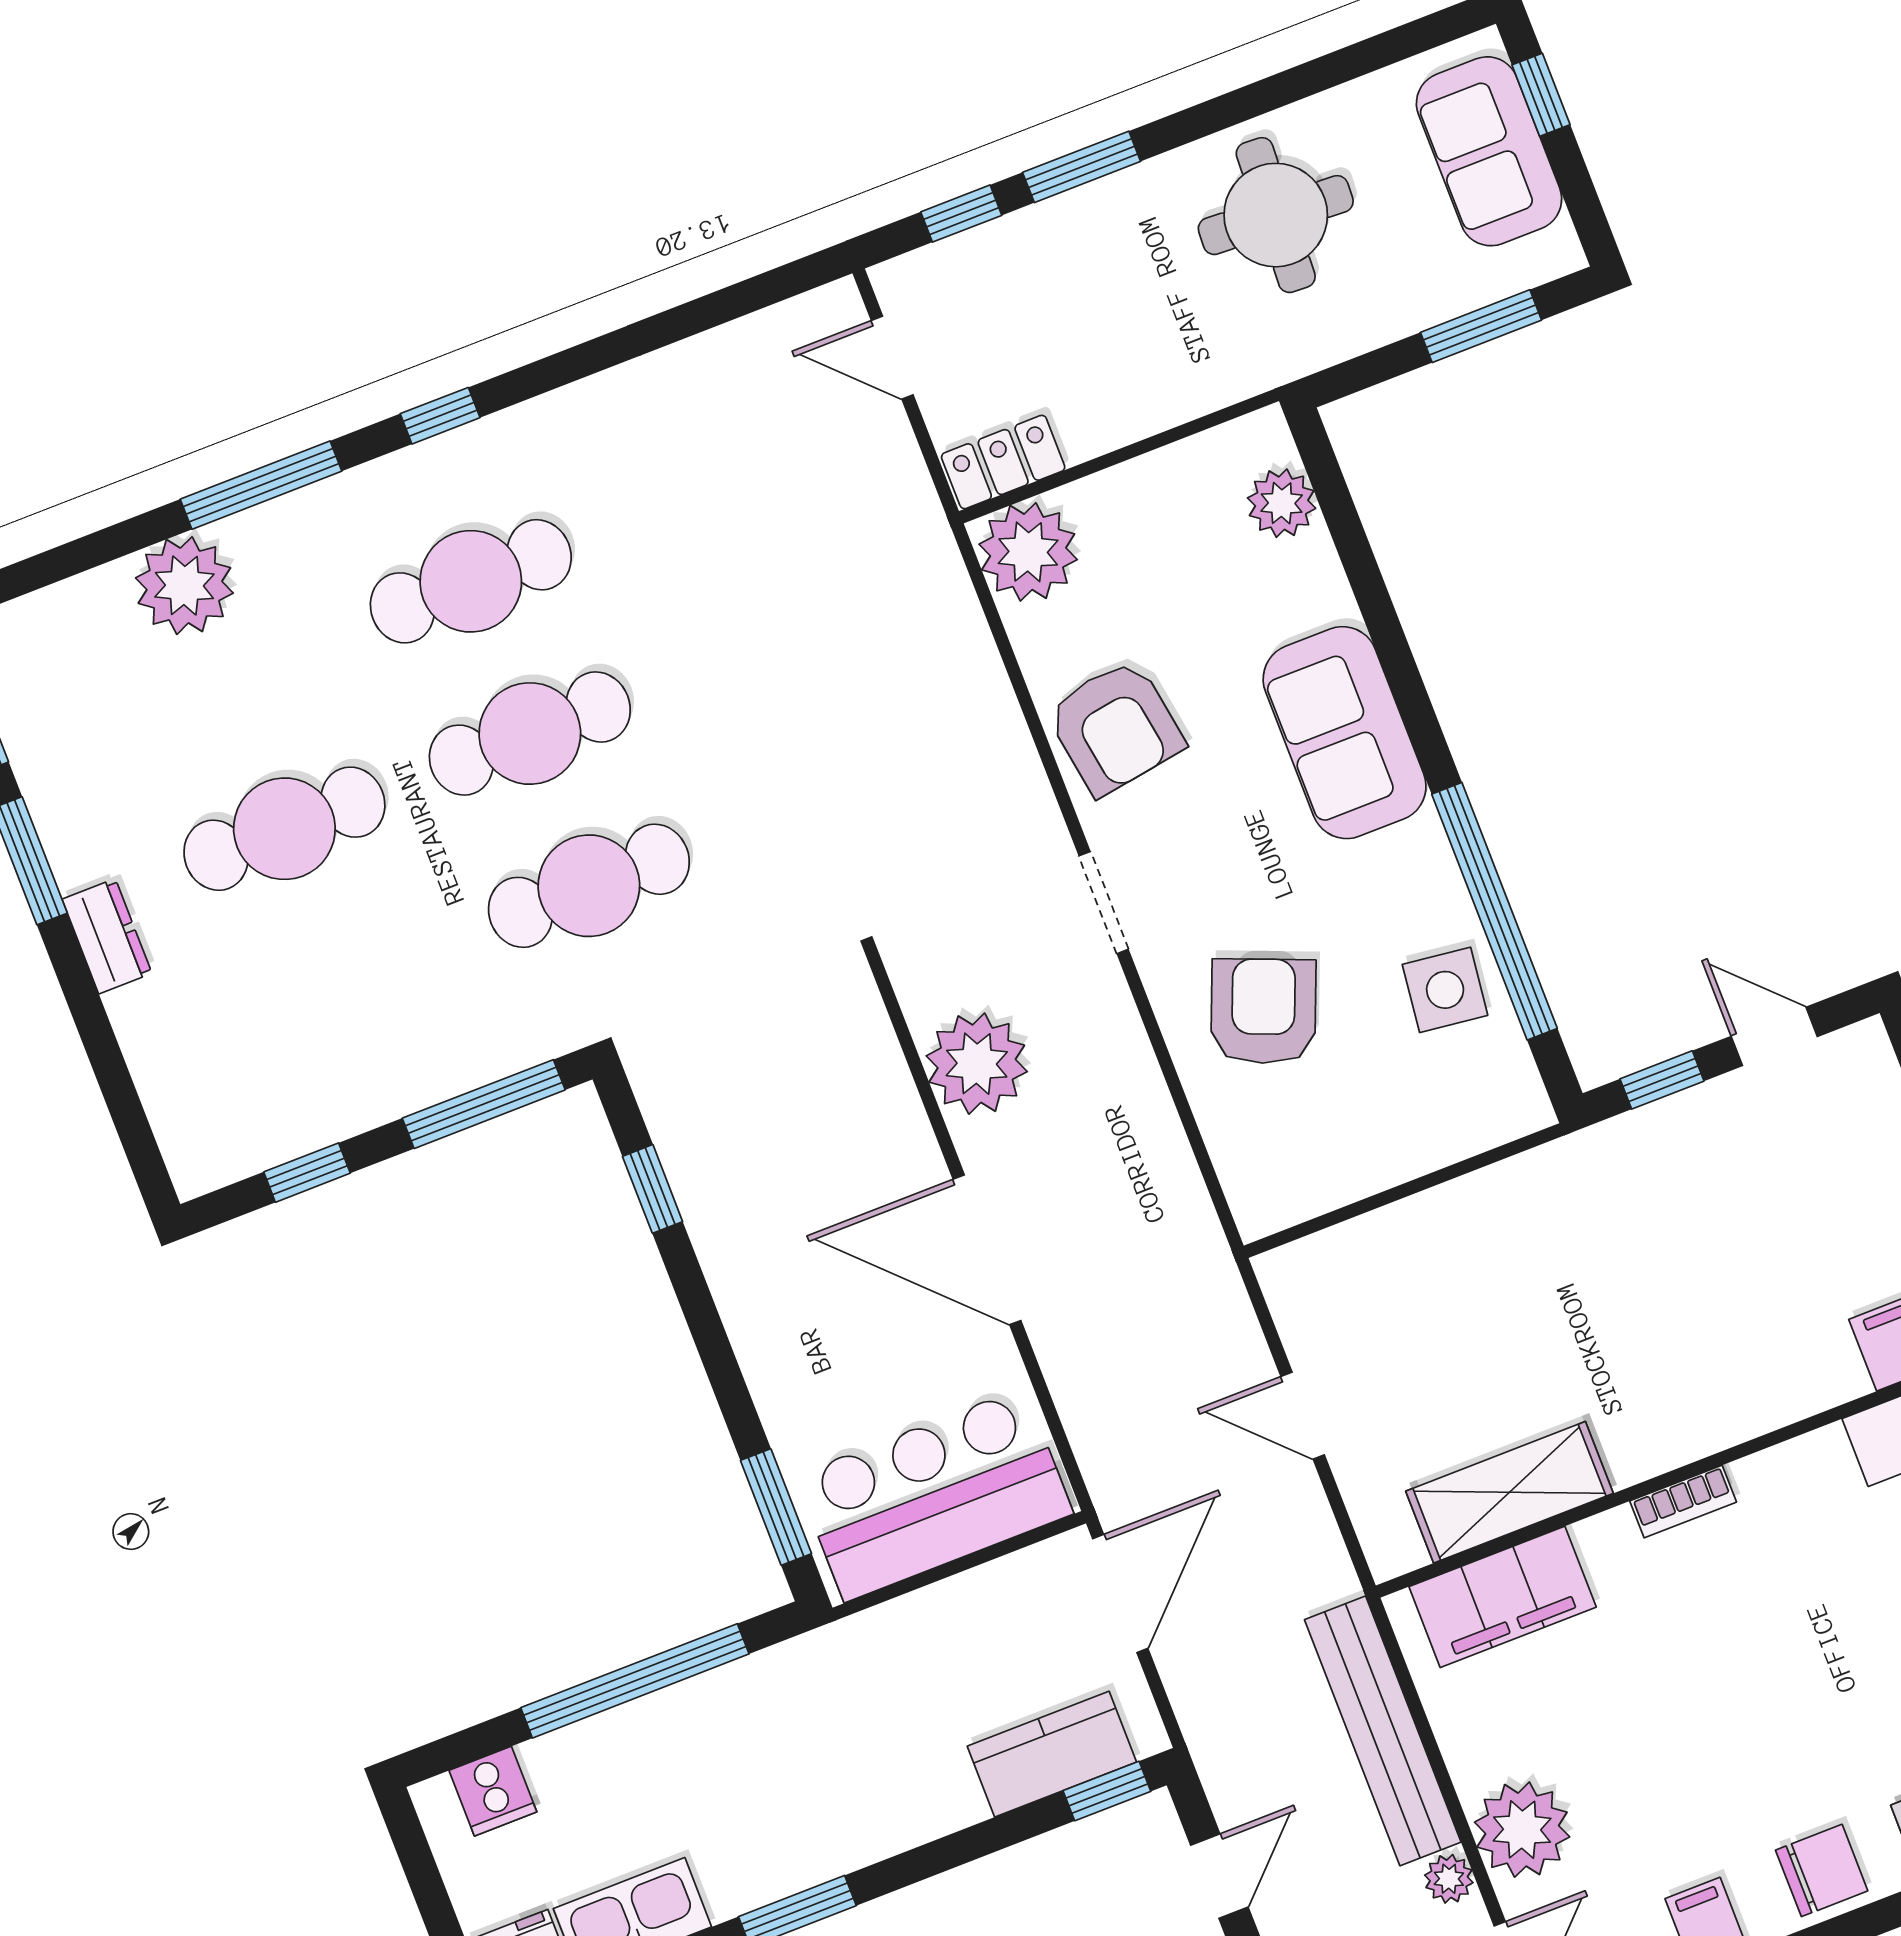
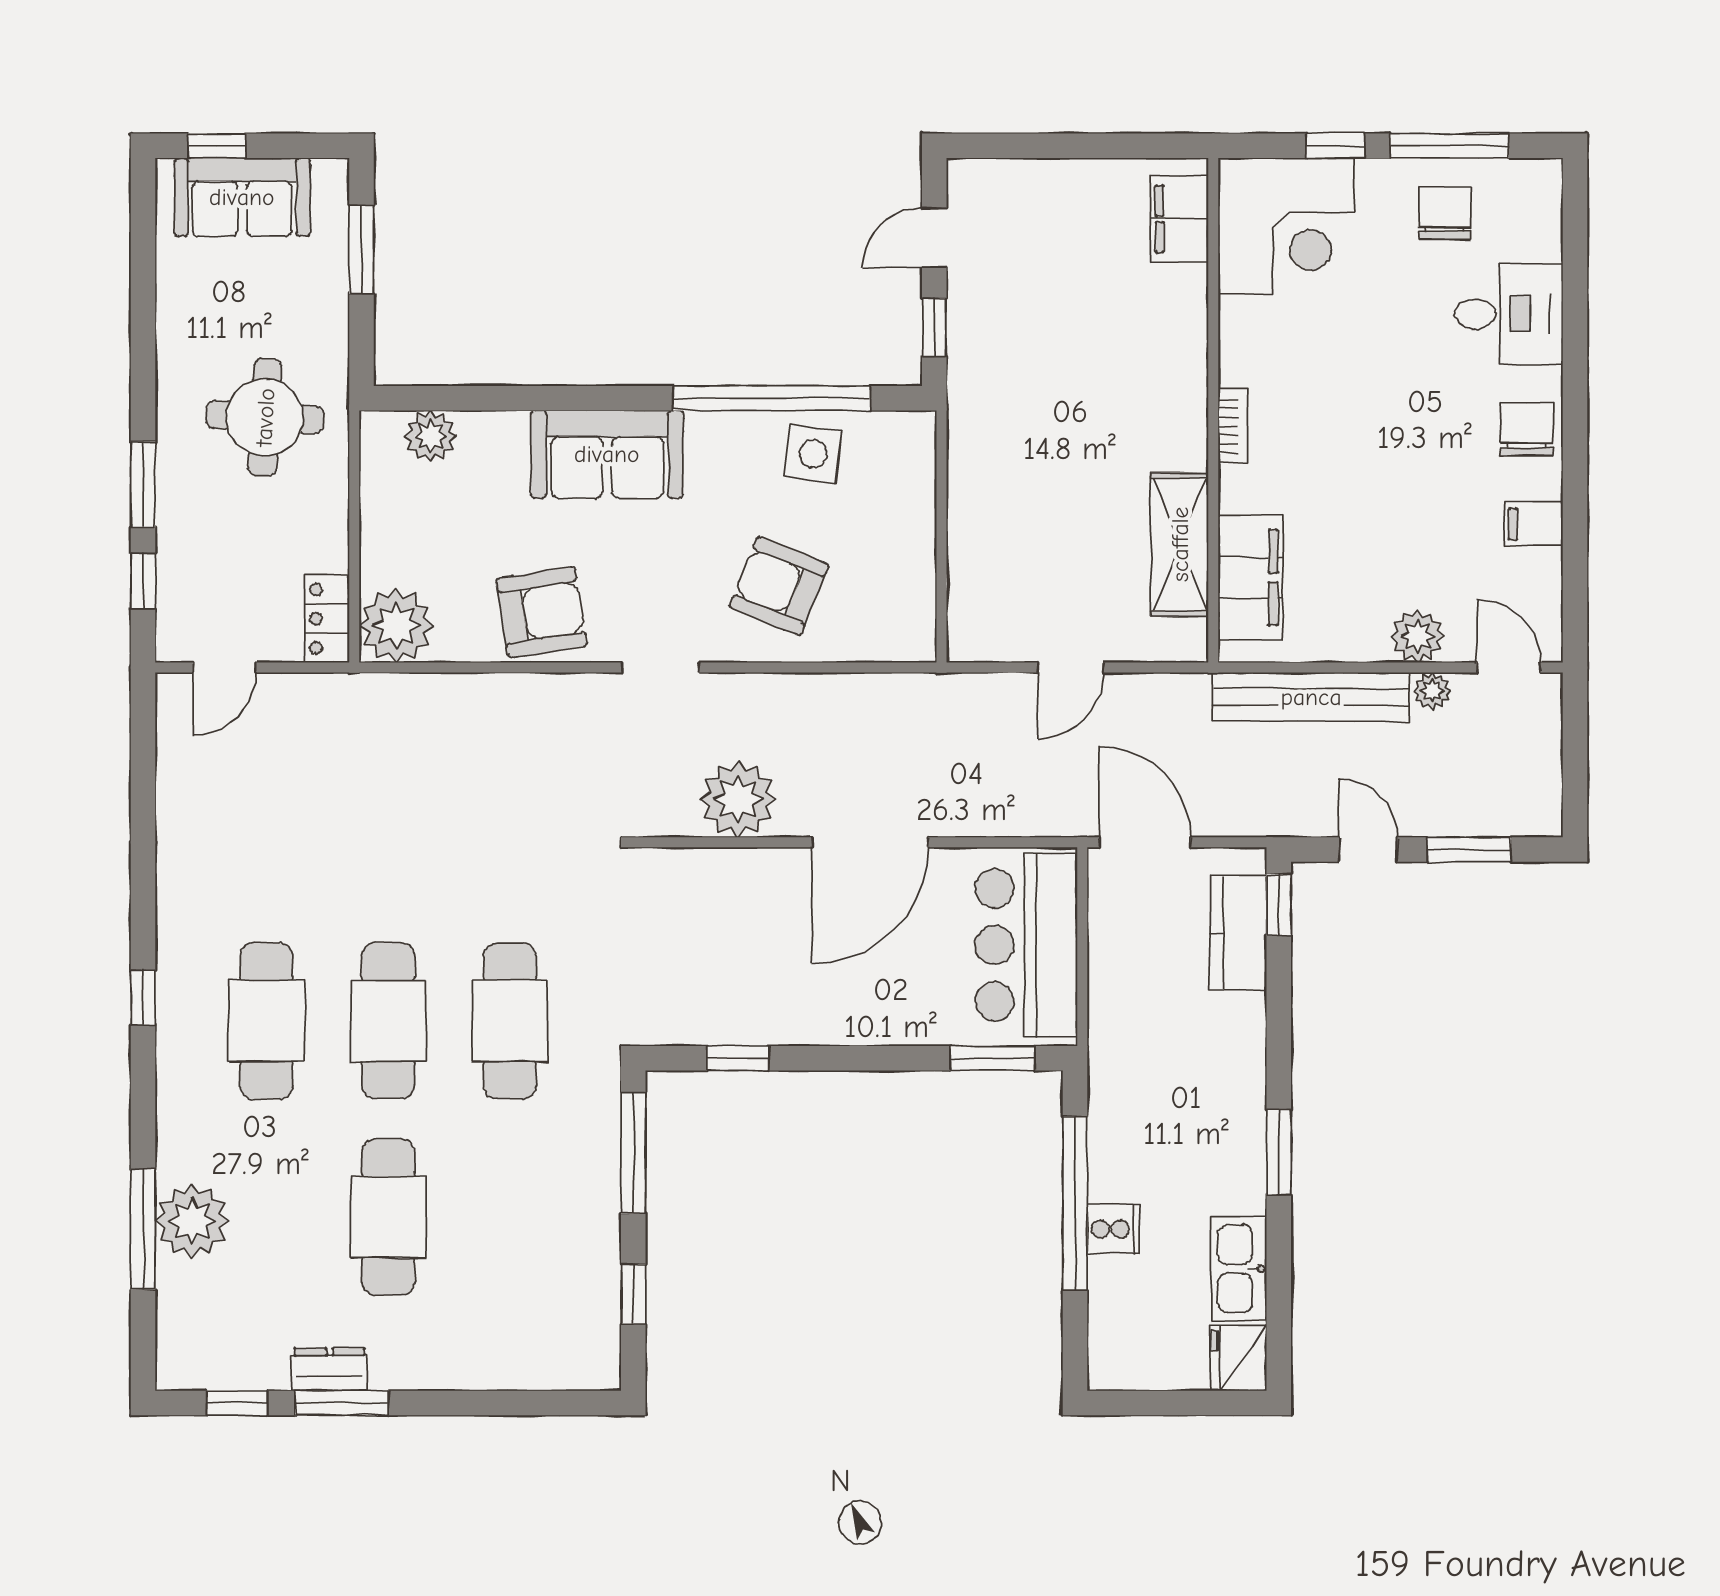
round table: (1276, 215) -> (265, 417), moved
window: (261, 485) -> (143, 1229), moved
dresser: (107, 936) -> (329, 1369), moved
cooker: (493, 1791) -> (1113, 1229), moved
plant: (1522, 1830) -> (1418, 636), width x0.73, depth x0.73

